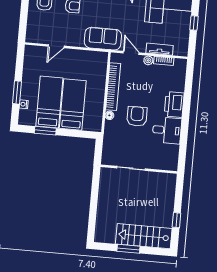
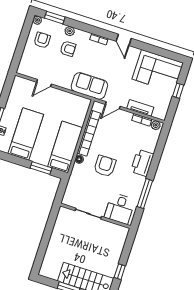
door: (131, 53) -> (113, 105), swing flipped
plant: (148, 60) -> (156, 125), moved
bed: (73, 105) -> (65, 147), moved
desk: (167, 130) -> (120, 208), moved, turned 90
window: (45, 131) -> (41, 168), moved
window: (184, 135) -> (145, 194), added

